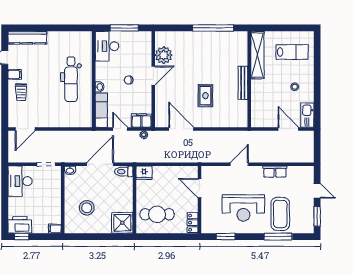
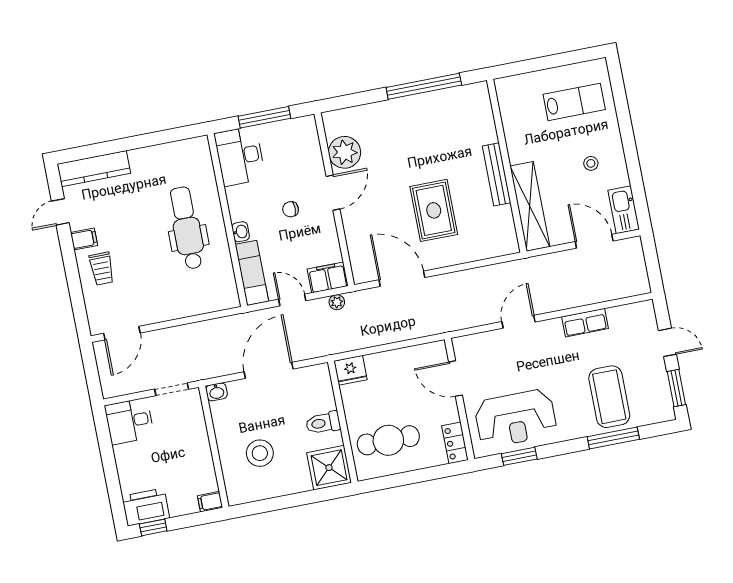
shelving: (257, 55) -> (530, 206), moved
dental chair: (71, 79) -> (187, 228), turned 180
rug: (205, 96) -> (434, 210), width x1.36, depth x1.43
toilet: (124, 172) -> (323, 423), moved
desk: (20, 181) -> (129, 421), width x0.73
reception desk: (243, 208) -> (516, 418), moved

